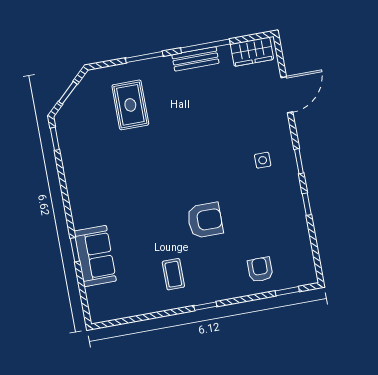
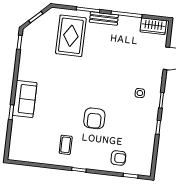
bench: (195, 59) -> (104, 19), moved
rug: (130, 105) -> (71, 36), width x1.36, depth x1.43
armchair: (205, 220) -> (94, 118), turned 90
sofa: (95, 256) -> (25, 99), moved
armchair: (260, 270) -> (118, 158), turned 90

